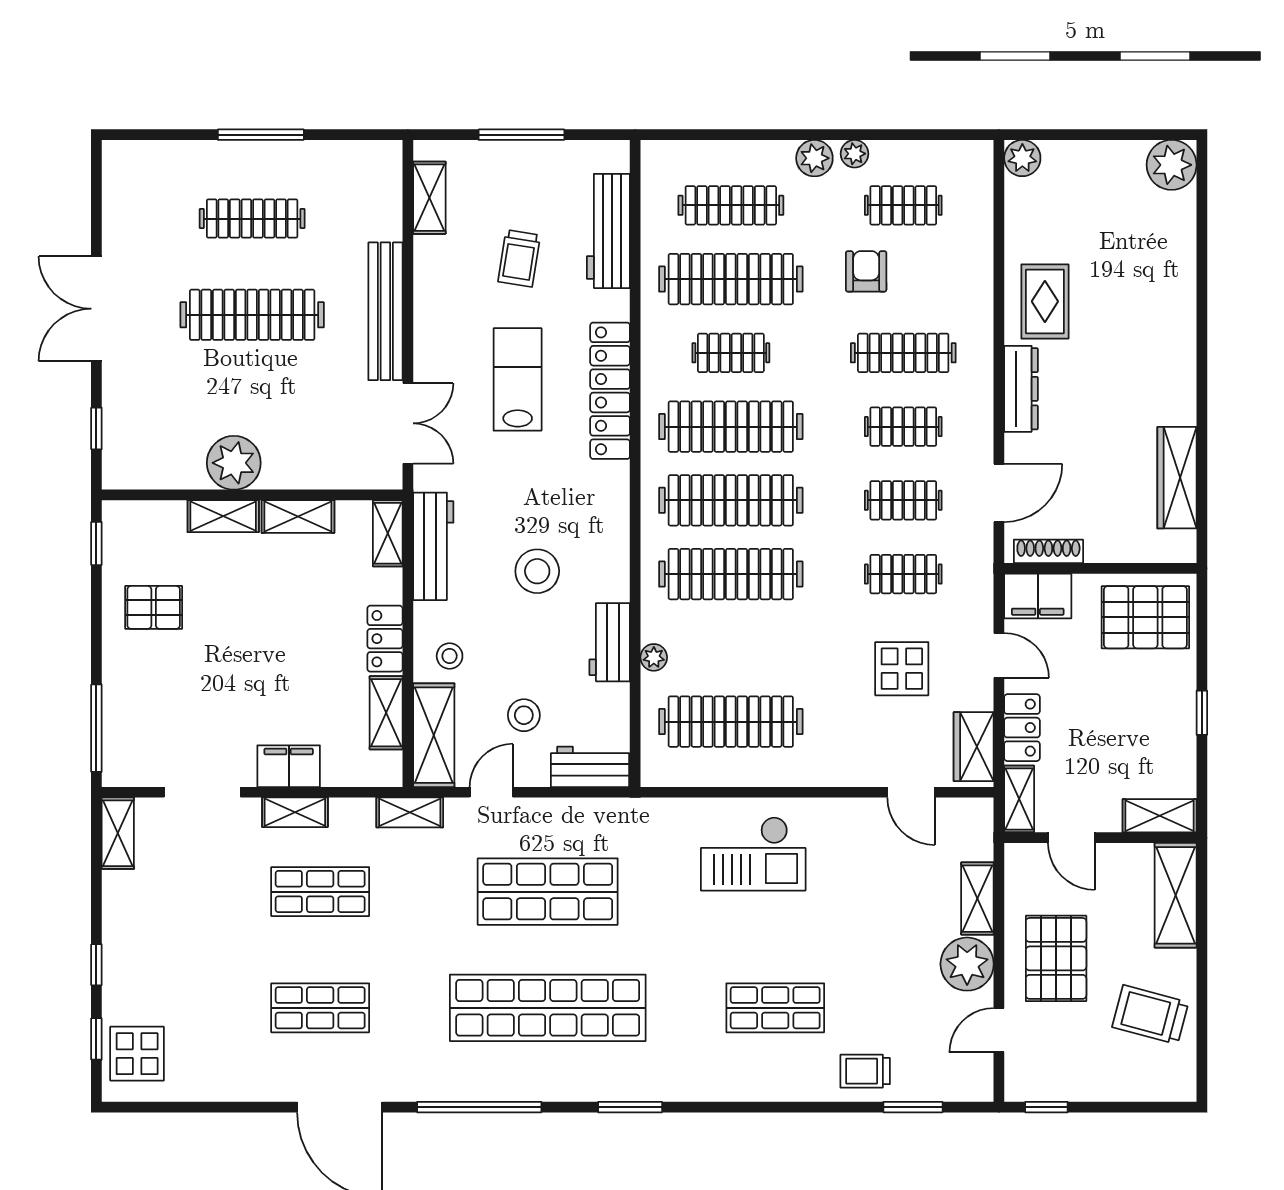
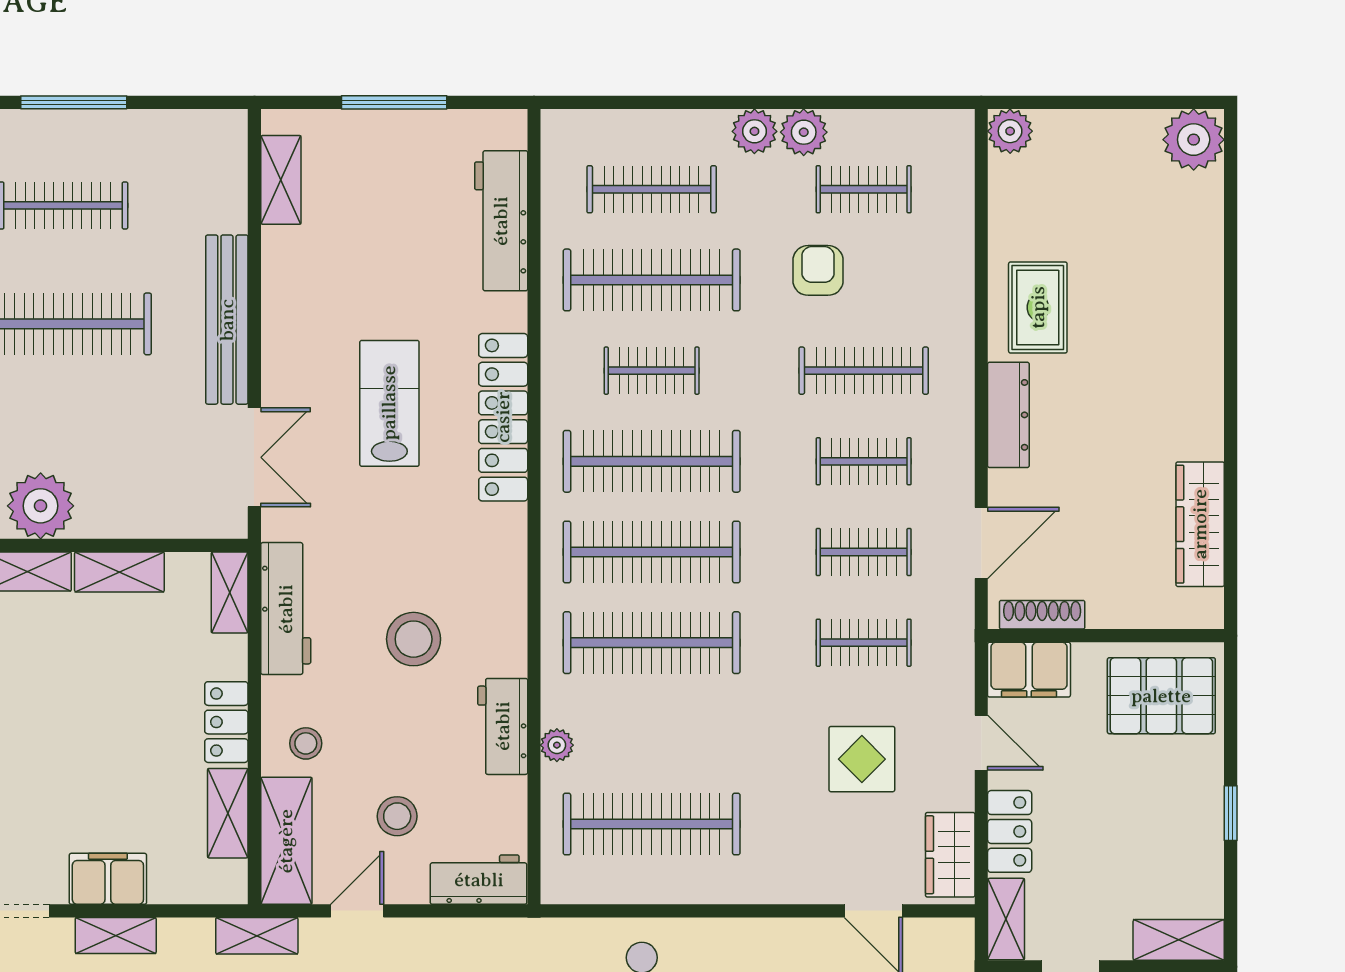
plant: (855, 154) -> (804, 132), width x1.38, depth x1.38
trolley: (519, 258) -> (391, 254), removed

